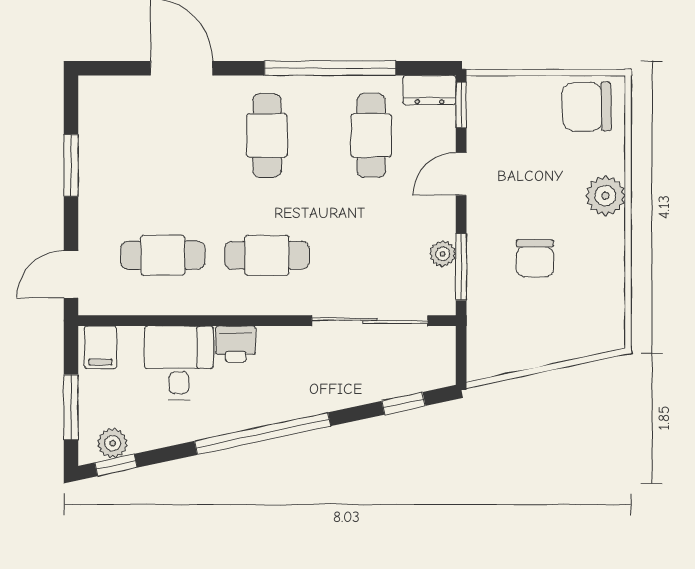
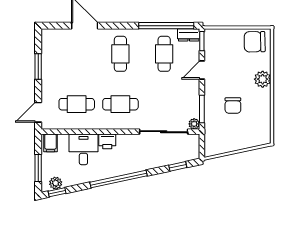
window: (330, 68) -> (166, 26), moved
plant: (443, 254) -> (194, 124), moved

